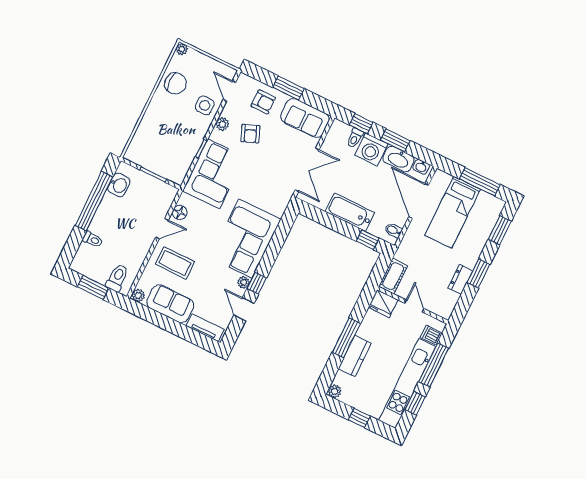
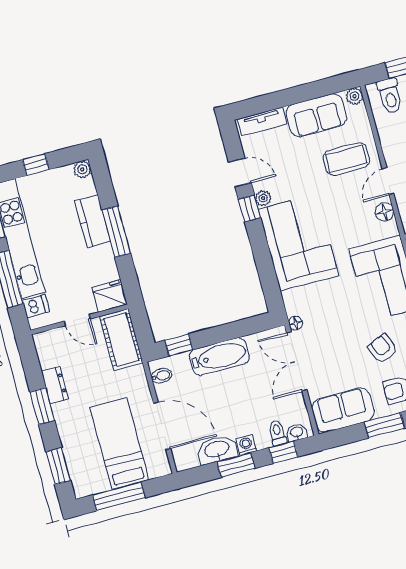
washing machine: (371, 149) -> (246, 445), width x0.53, depth x0.53
washbasin: (421, 167) -> (297, 432), moved
floor lamp: (288, 193) -> (296, 323), added
cot: (393, 276) -> (121, 340), width x1.37, depth x1.34

